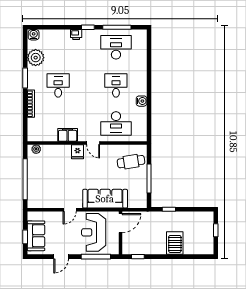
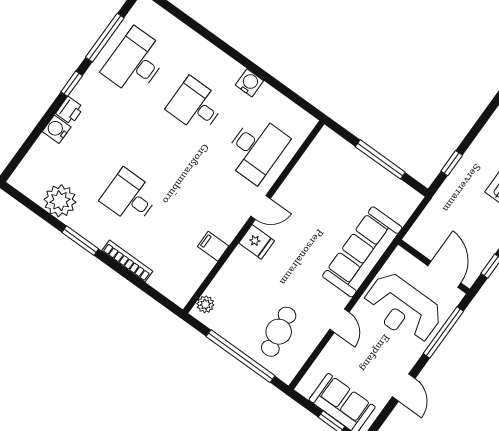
water cooler: (34, 35) -> (57, 129), moved
filing cabinet: (68, 135) -> (213, 246), width x0.50
cafe table: (131, 162) -> (279, 332), moved
door: (120, 223) -> (444, 274), moved

